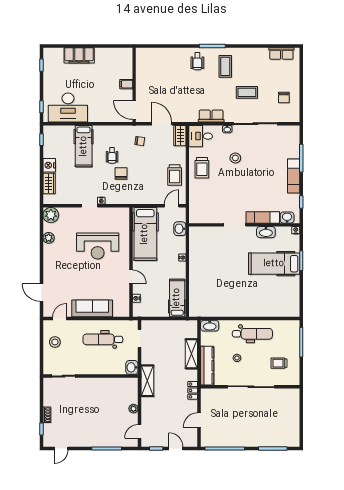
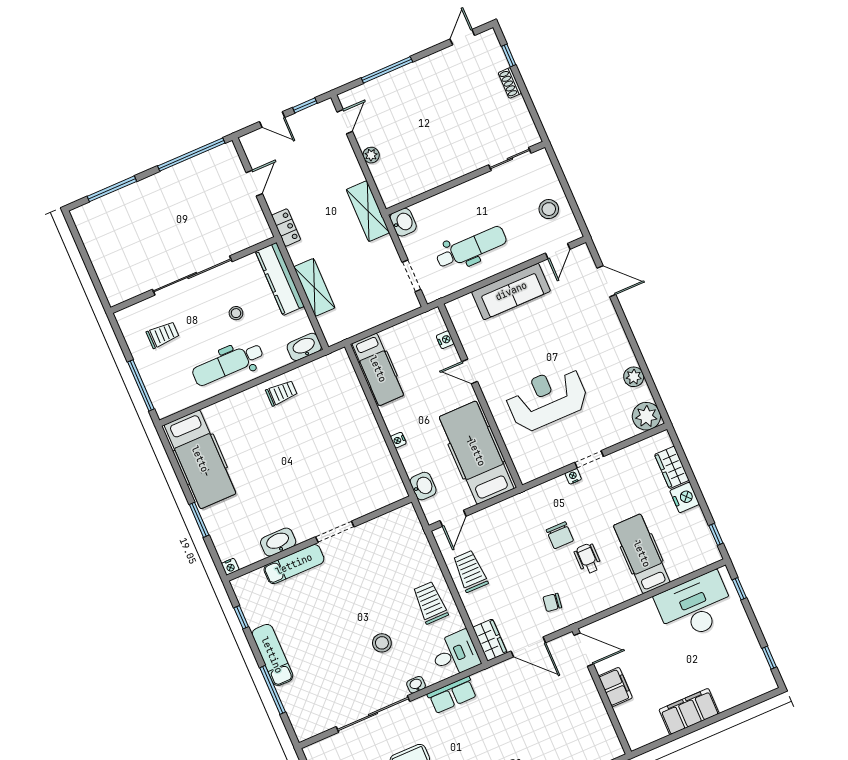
filing cabinet: (79, 55) -> (689, 712), moved
filing cabinet: (126, 84) -> (615, 687), width x2.00
washbasin: (287, 218) -> (254, 581), removed
hospital bed: (274, 264) -> (200, 459), moved, turned 90
trolley: (231, 307) -> (281, 393), added

